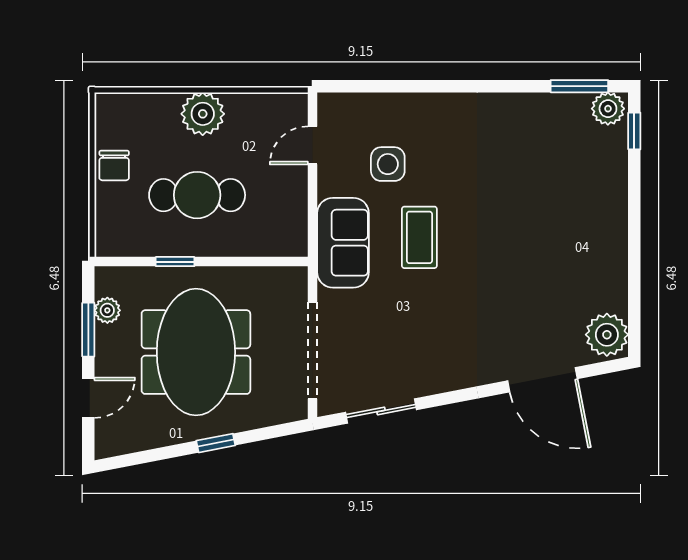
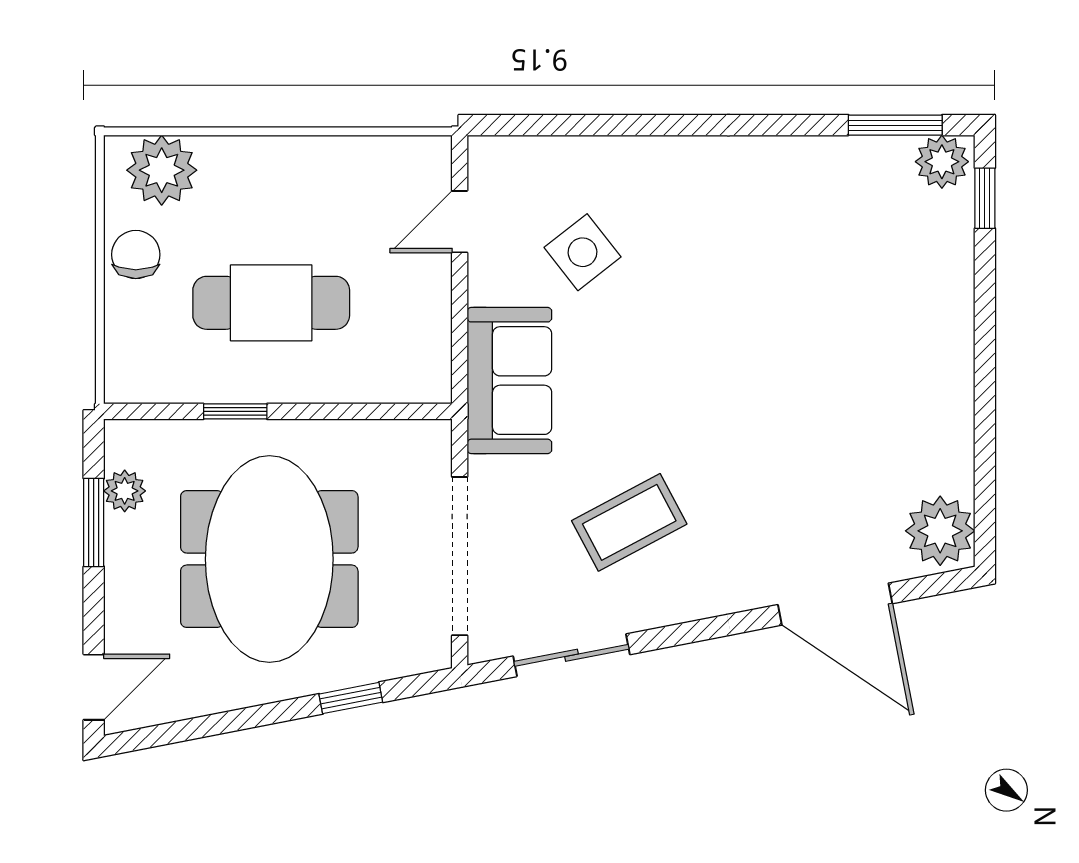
plant: (203, 114) -> (162, 170), moved
side table: (388, 164) -> (582, 252), turned -38
chair: (114, 165) -> (136, 255), turned 180
coffee table: (419, 237) -> (629, 522), moved, turned 62
door: (88, 398) -> (94, 687), moved
window: (216, 443) -> (351, 698), moved

